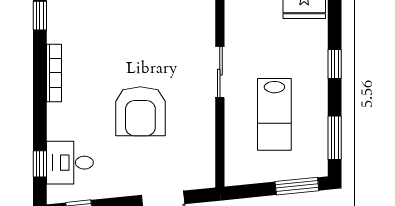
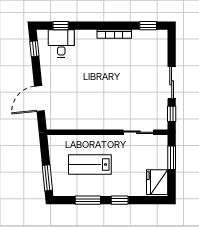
sliding door: (220, 72) -> (138, 132), moved
armchair: (140, 111) -> (92, 85), removed
window: (335, 138) -> (88, 200), moved

